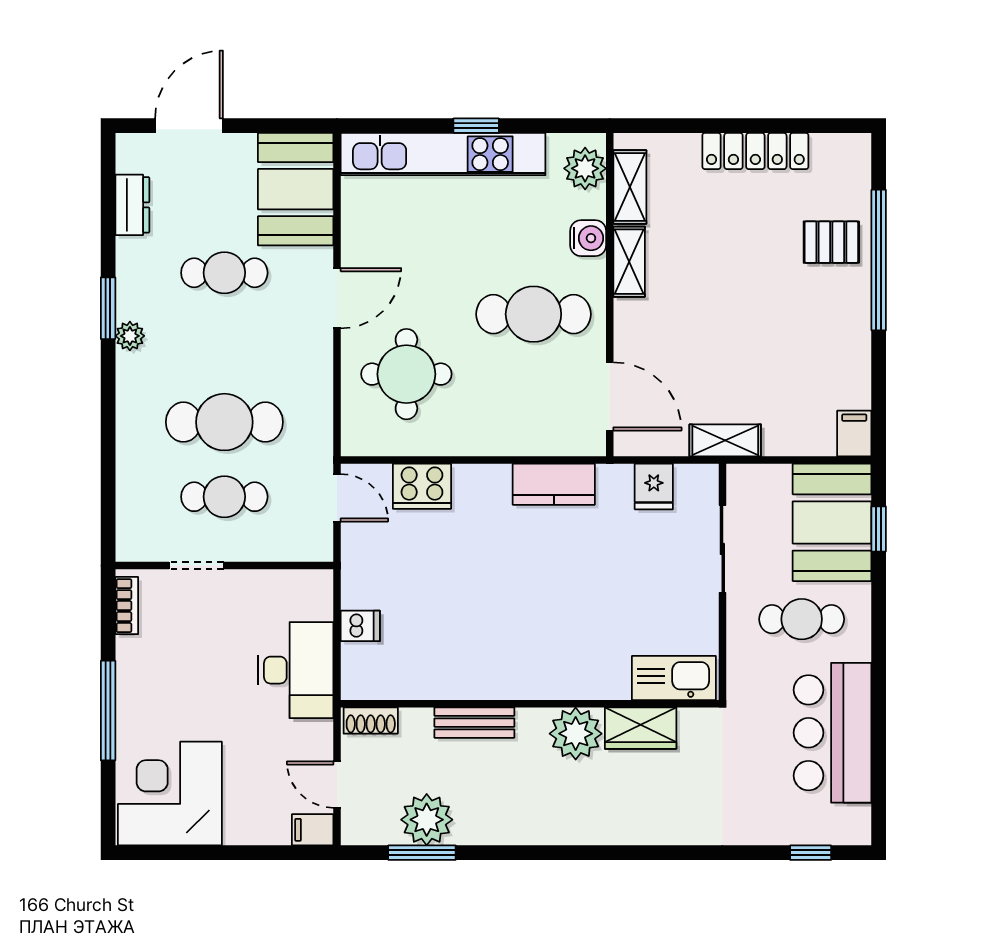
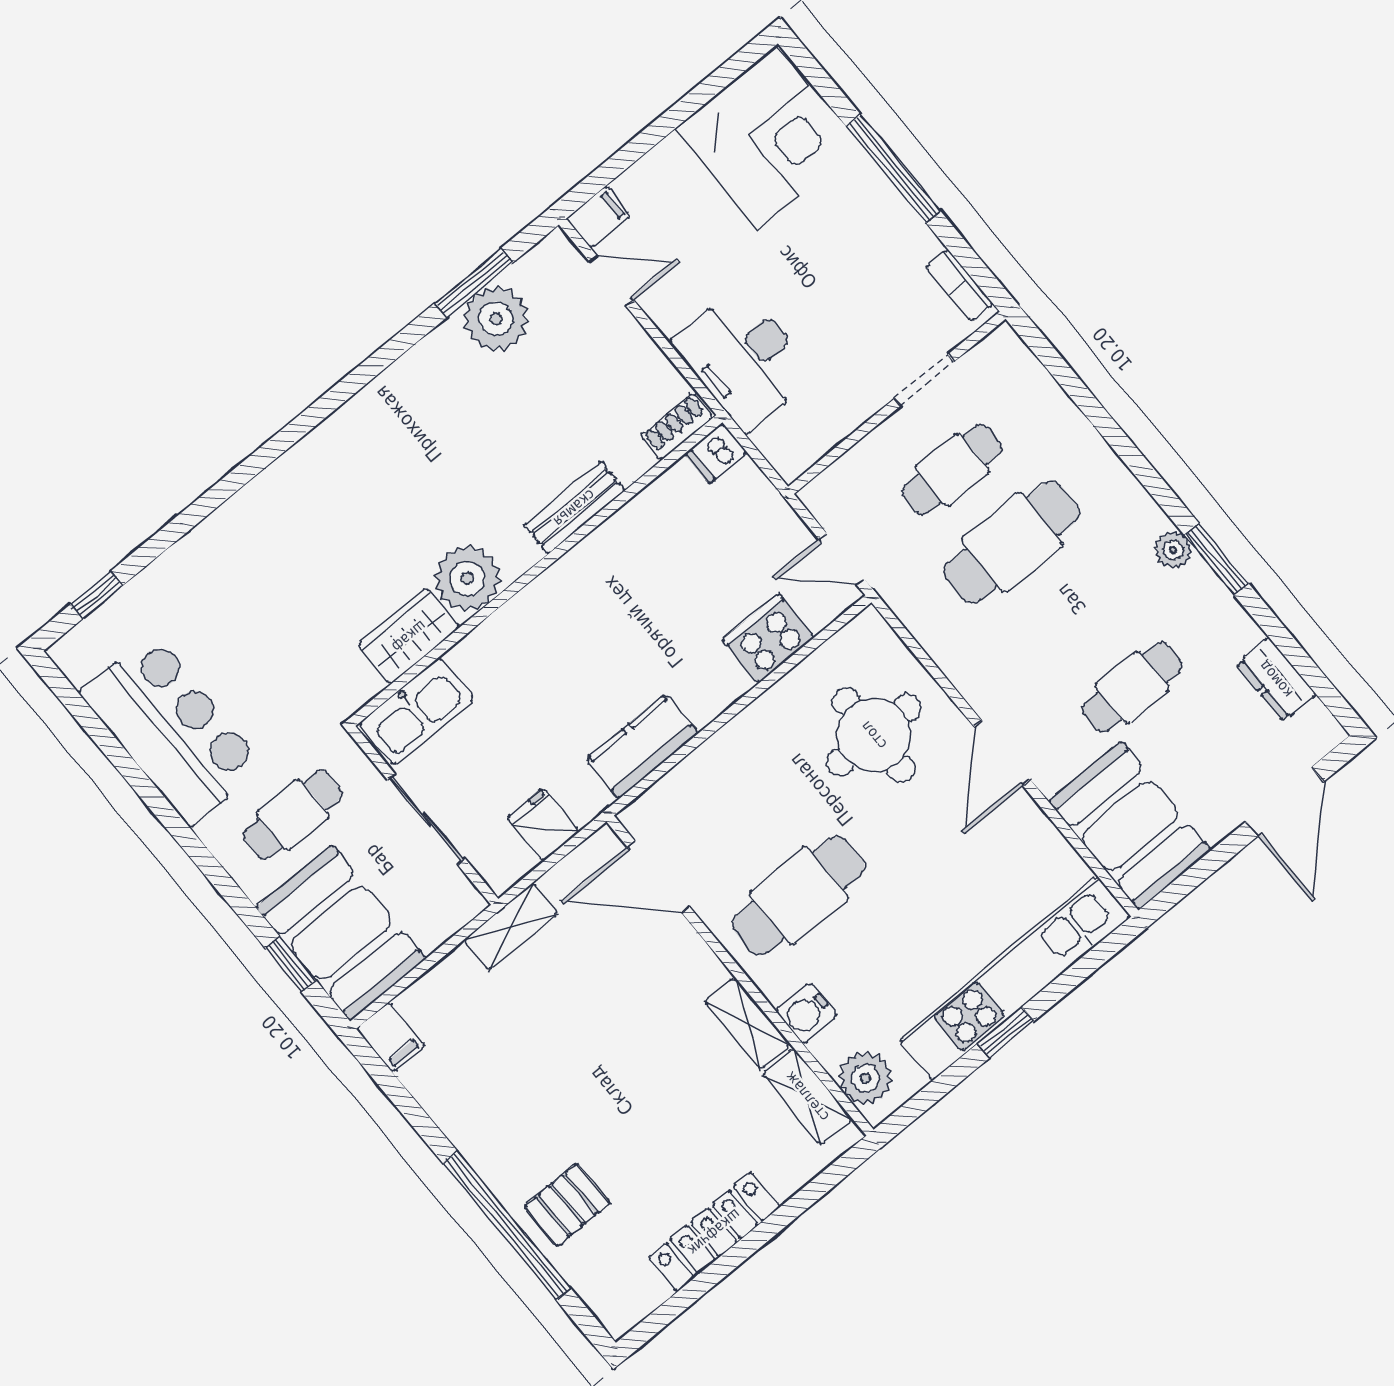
kitchen sink: (674, 678) -> (417, 711), moved
wall: (530, 704) -> (536, 571), moved
shoe rack: (371, 720) -> (677, 426), moved
bench: (474, 723) -> (574, 508), moved
wardrobe: (641, 728) -> (409, 636), moved
plant: (576, 734) -> (467, 578), moved

